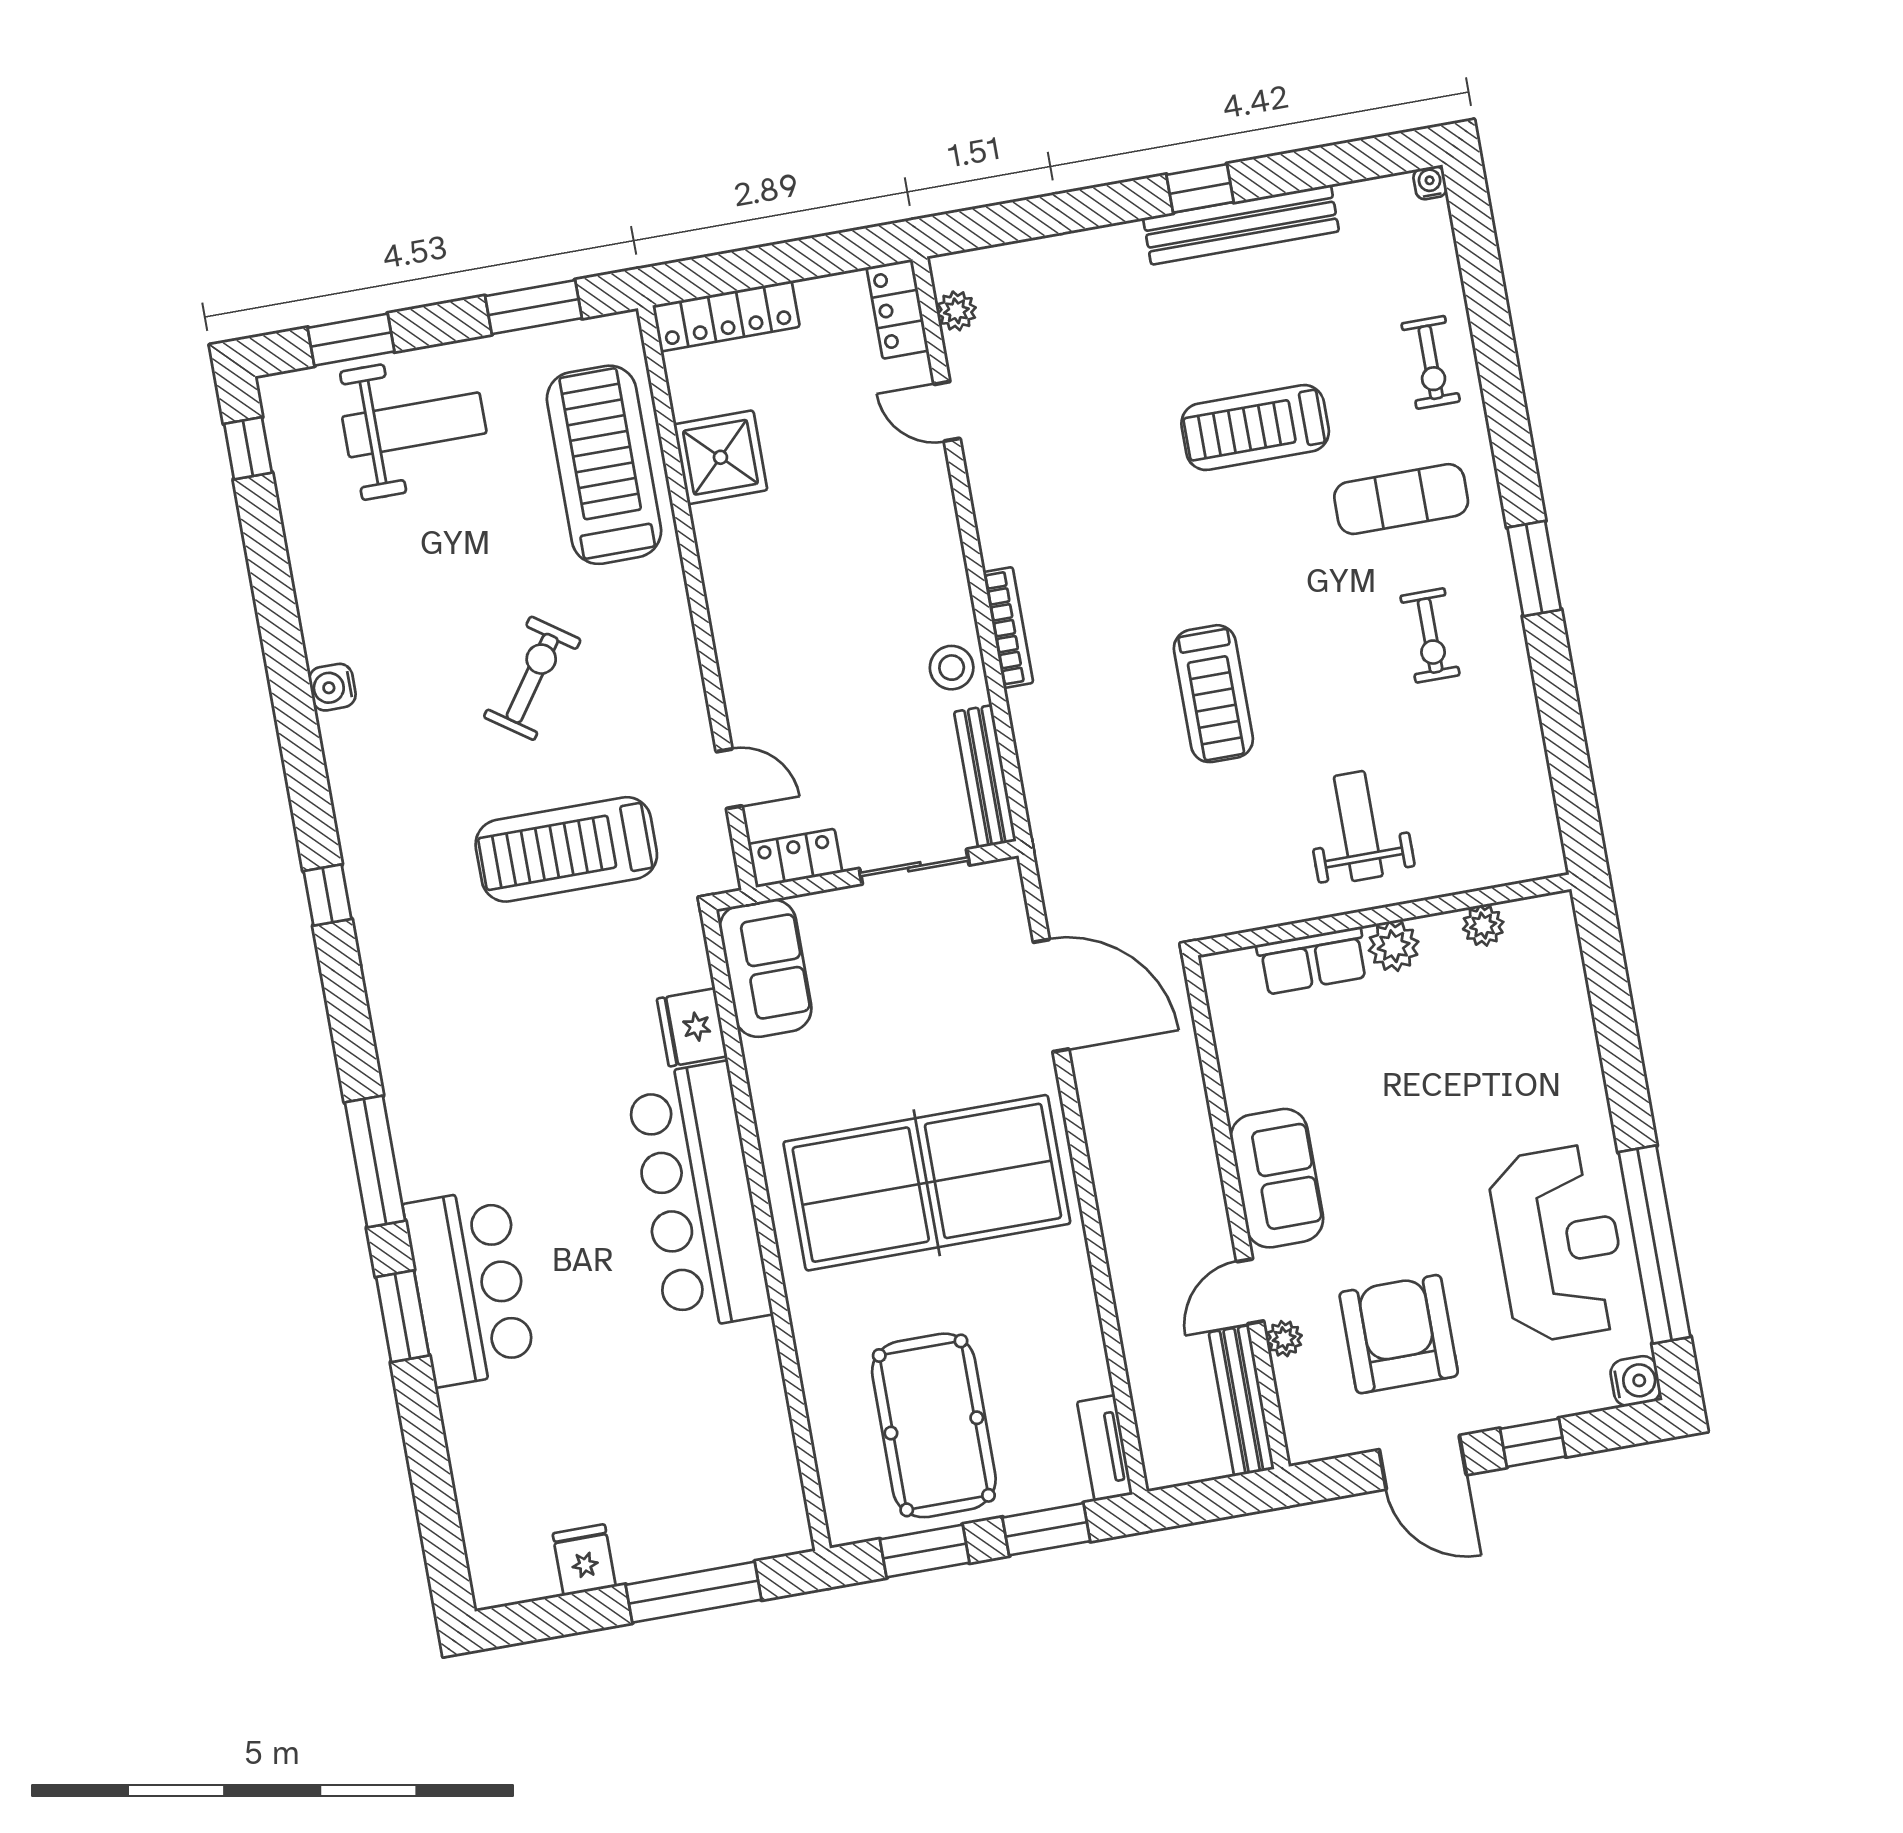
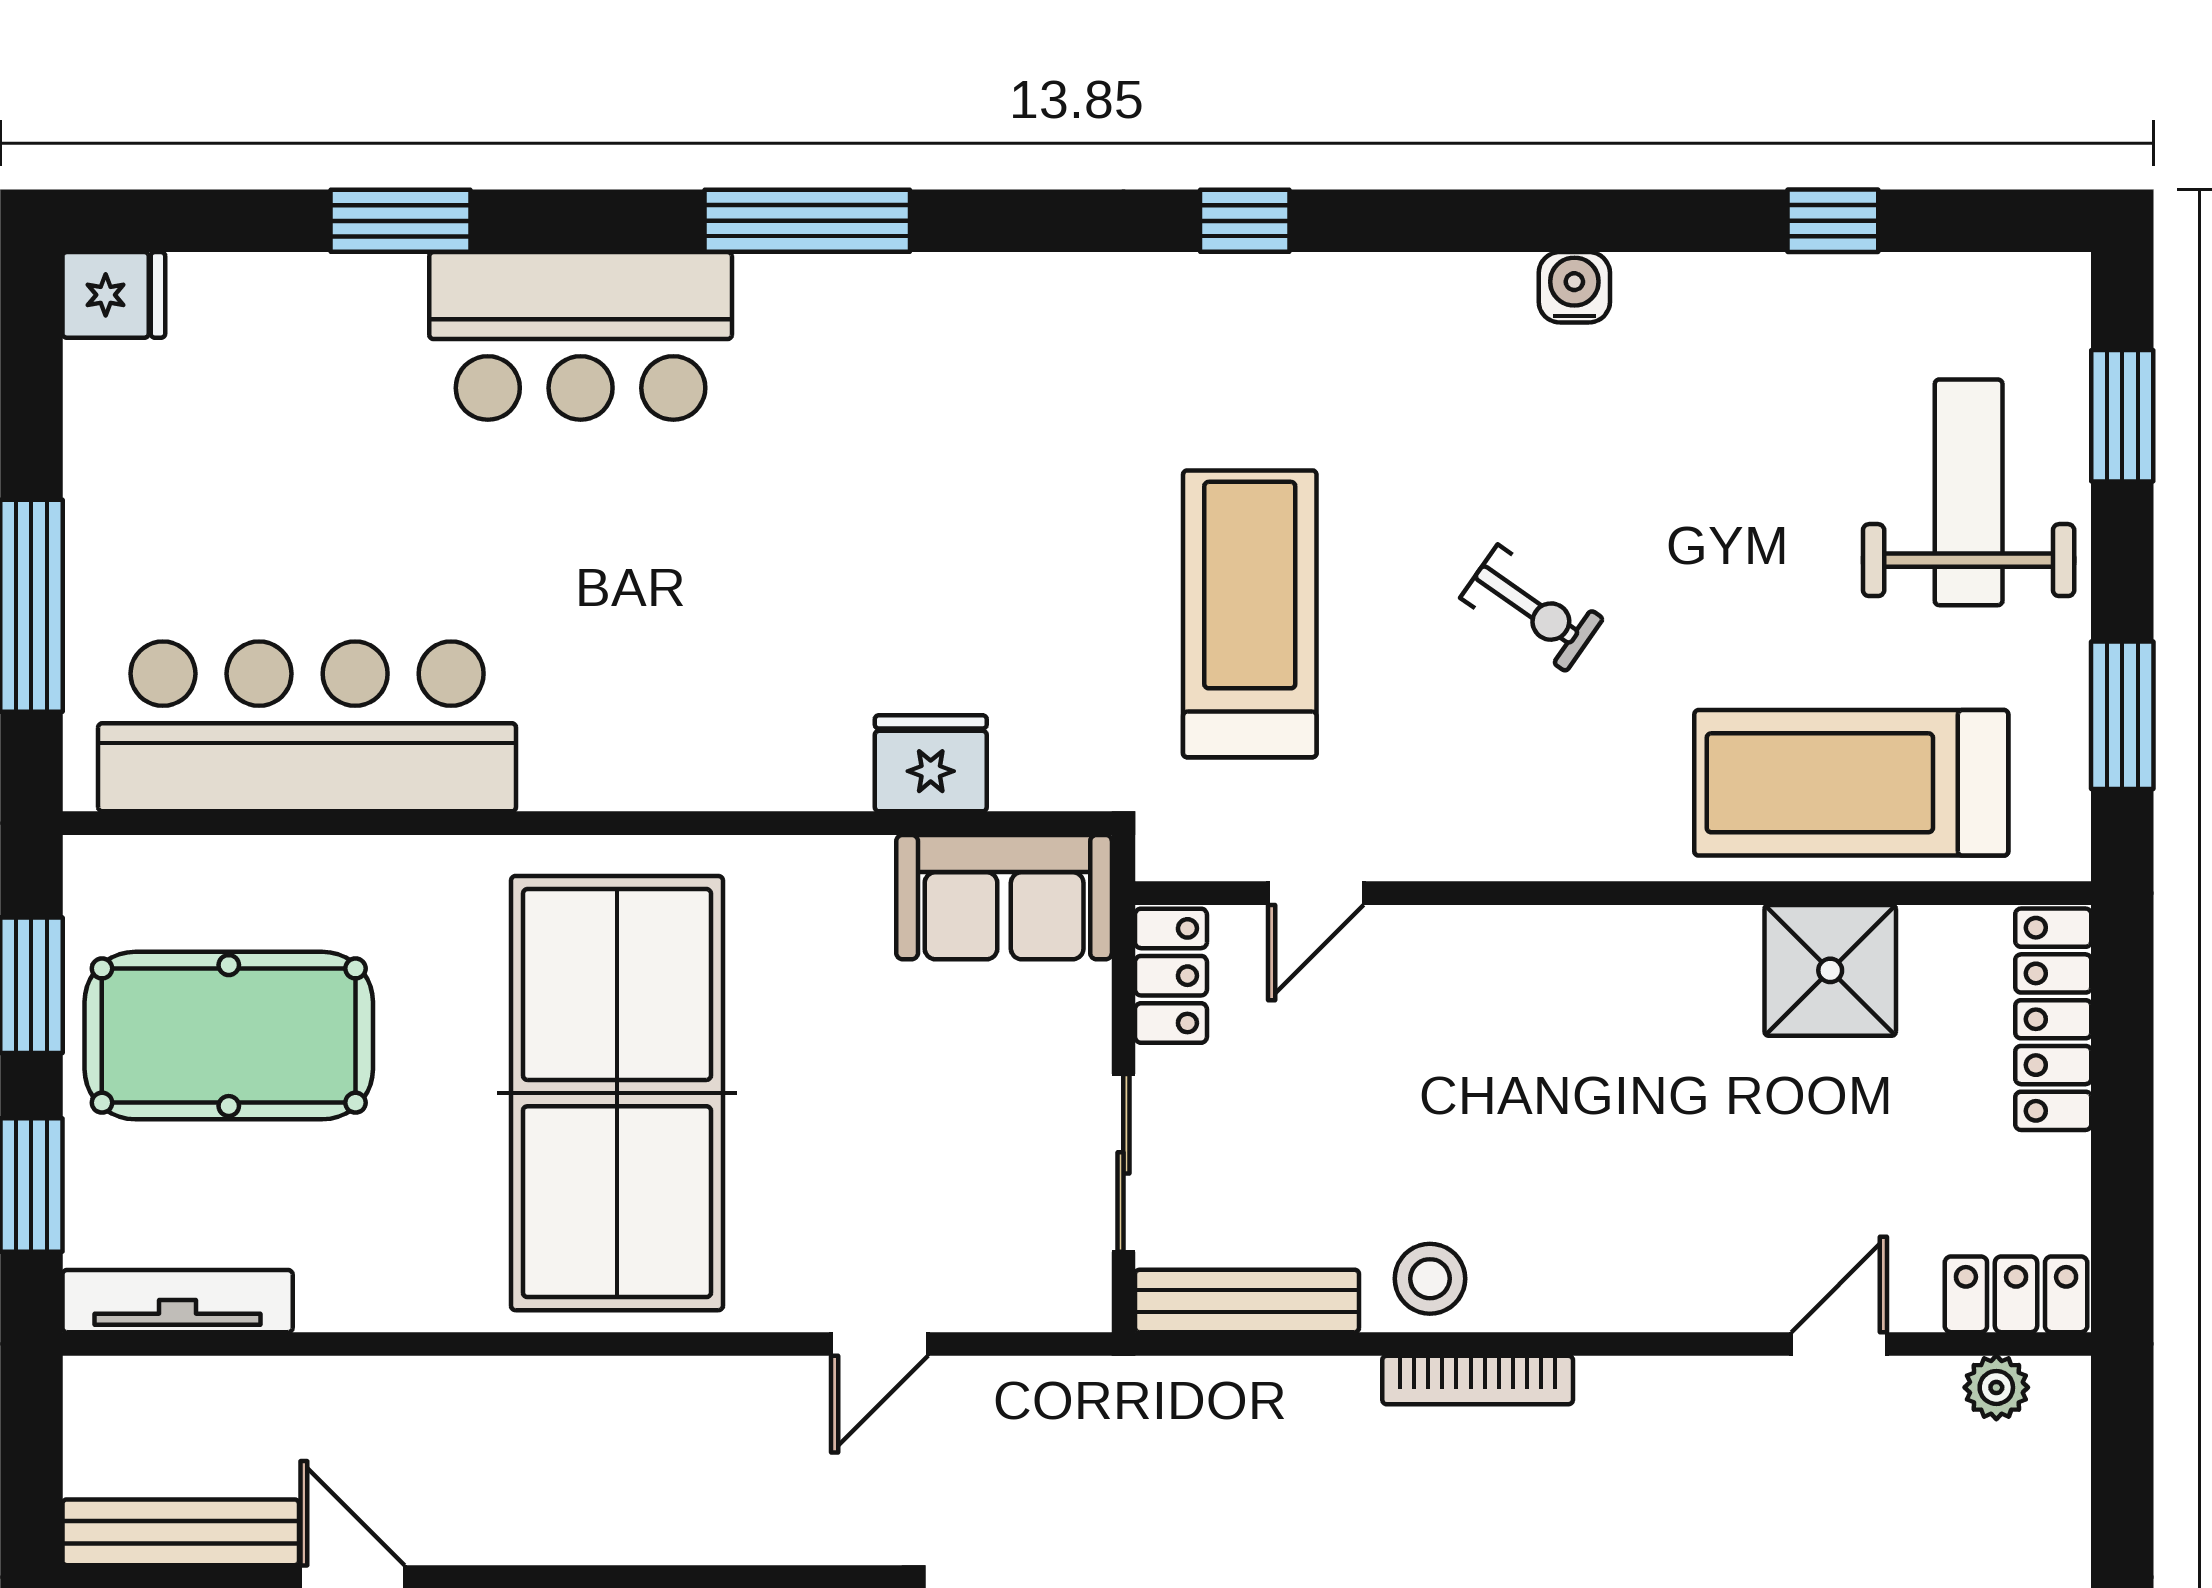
weight bench: (414, 425) -> (1969, 492), turned 180
window: (248, 448) -> (1833, 221), moved
treadmill: (604, 465) -> (1851, 783), turned 180
exercise bike: (532, 678) -> (1532, 608), width x0.73, depth x0.72
door: (1051, 996) -> (880, 1344), width x0.53
bar counter: (699, 1196) -> (307, 726), moved
window: (403, 1316) -> (401, 221), moved
tv unit: (1105, 1448) -> (178, 1301), width x1.41
fridge: (584, 1560) -> (114, 295), moved

